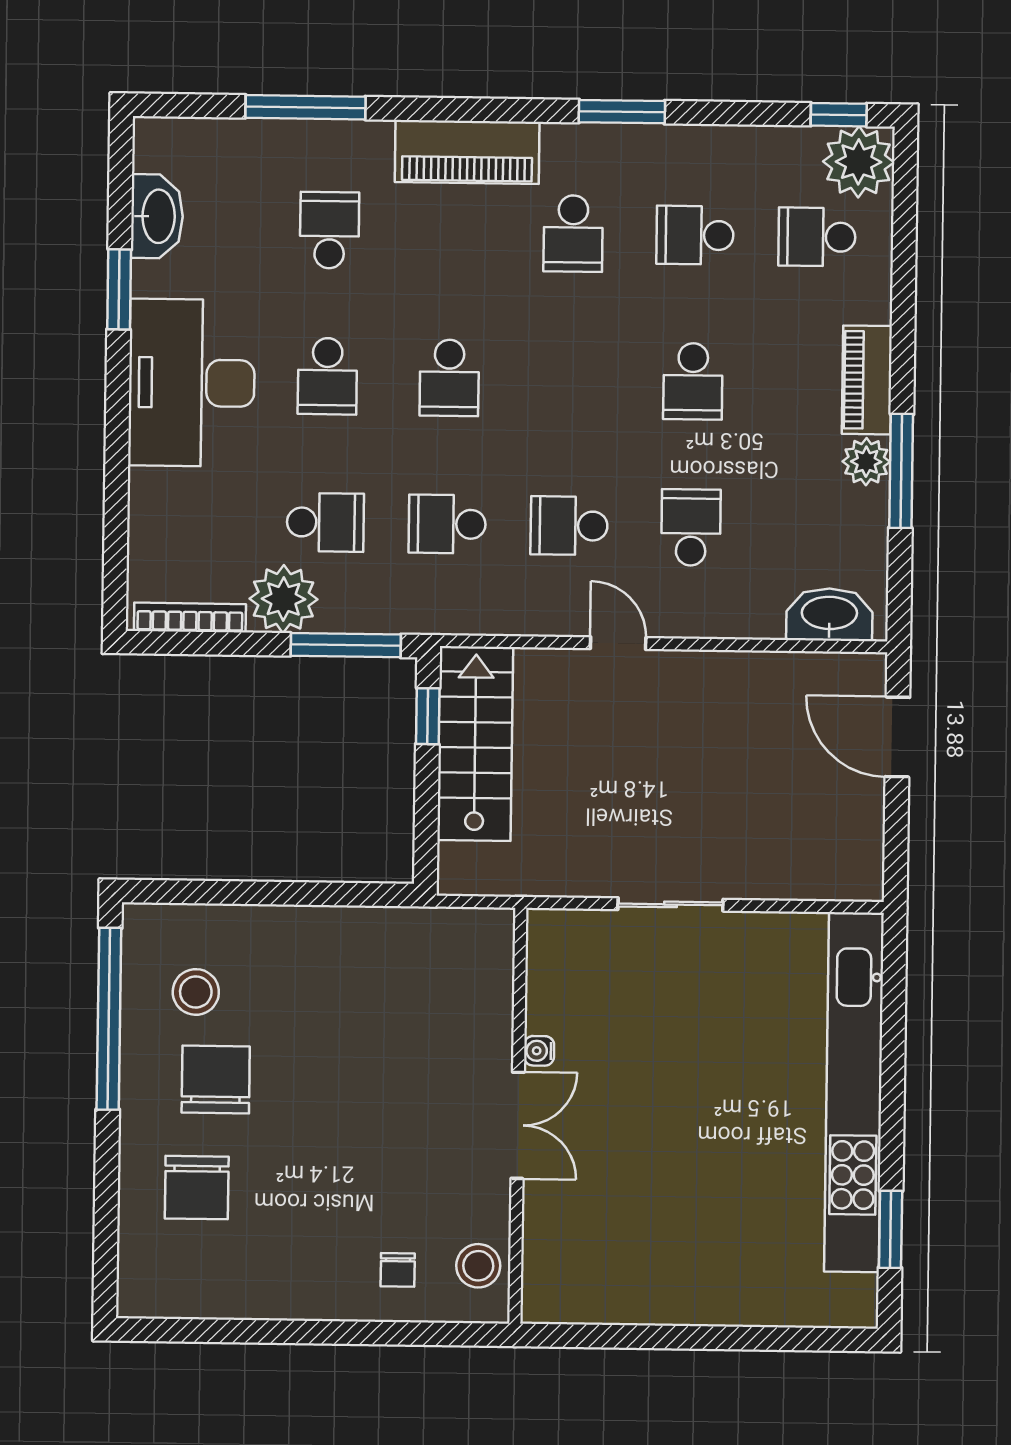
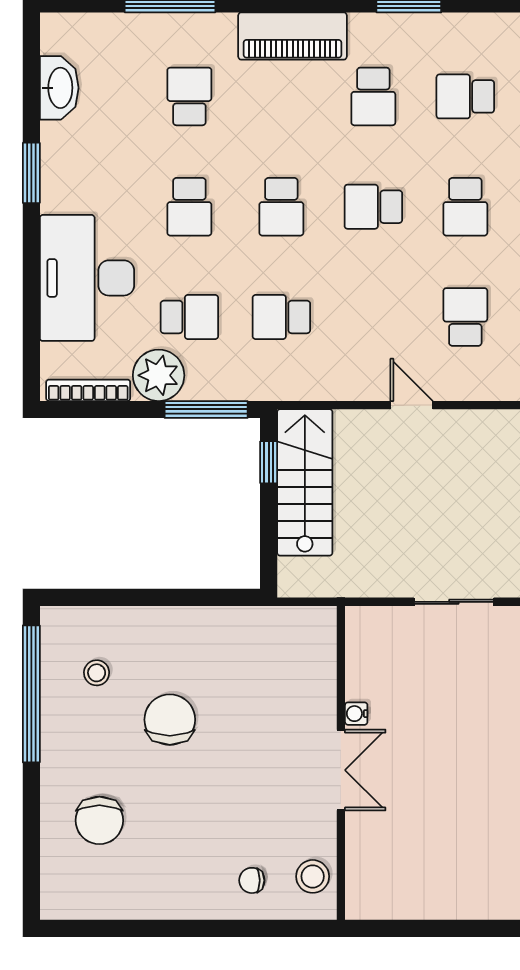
window: (119, 289) -> (31, 173), moved
desk: (192, 383) -> (87, 278), moved
school desk: (569, 526) -> (373, 207), moved
stool: (196, 992) -> (97, 673), width x0.73, depth x0.73
chair: (216, 1080) -> (170, 720), moved
chair: (398, 1270) -> (252, 880), turned 90

